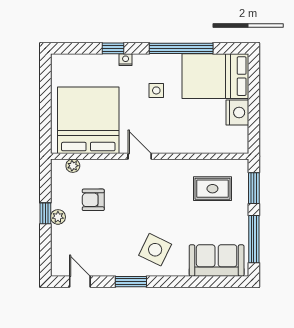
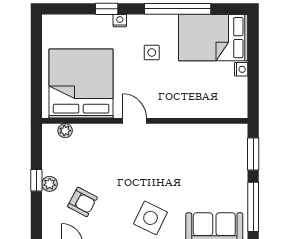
nightstand: (237, 113) -> (241, 69), width x0.53, depth x0.56
rug: (212, 189) -> (210, 155), removed
armchair: (93, 200) -> (82, 202), moved, turned -152

